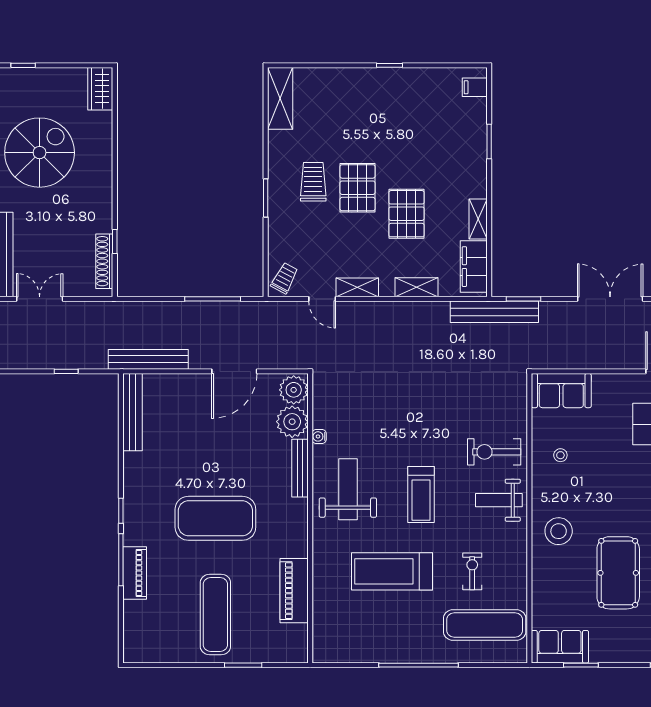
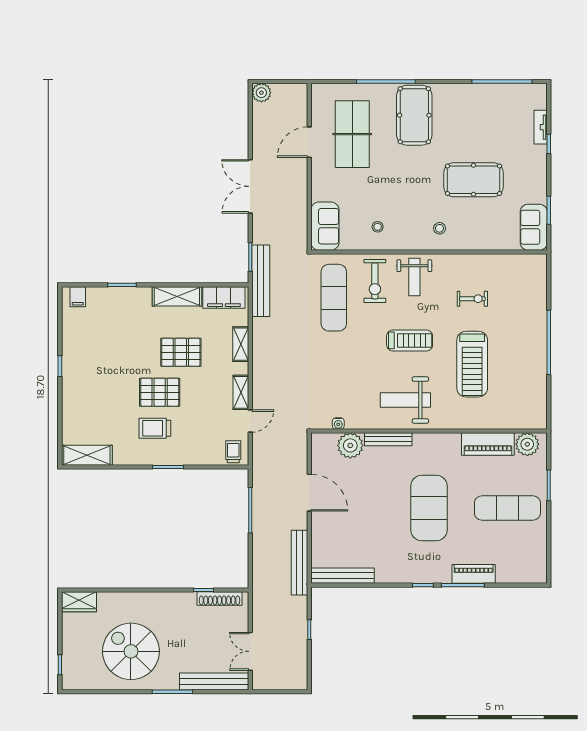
shelving: (478, 219) -> (177, 296), width x1.50, depth x1.33
trolley: (284, 278) -> (233, 452), turned 62
plant: (294, 390) -> (527, 444), moved
water cooler: (319, 436) -> (338, 423), moved
stool: (559, 531) -> (439, 228), width x0.53, depth x0.53
exercise bike: (472, 571) -> (472, 299), turned 180
exercise mat: (485, 625) -> (334, 298), moved

